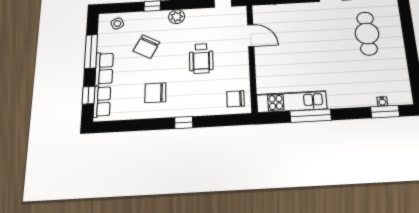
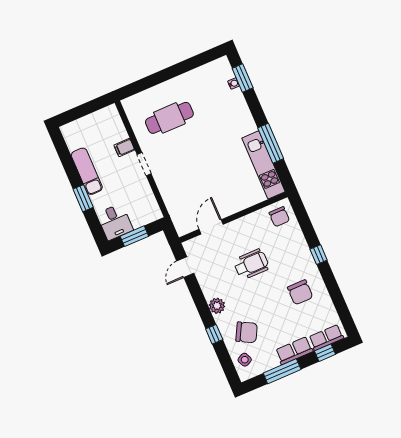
chair: (146, 47) -> (247, 332), moved

